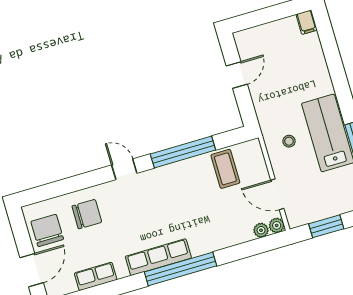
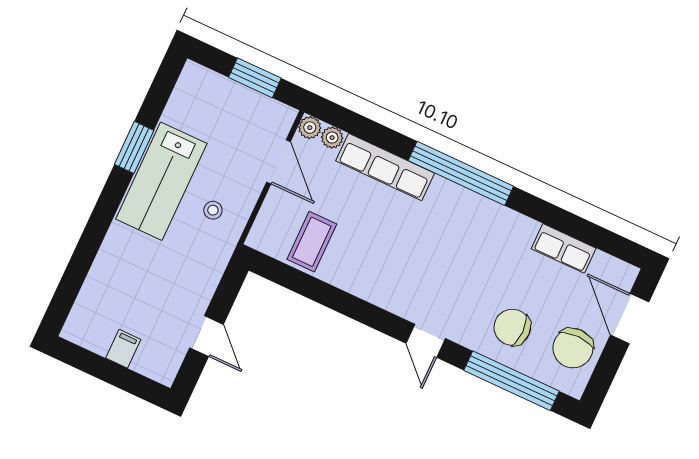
filing cabinet: (307, 22) -> (123, 349), moved
door: (237, 75) -> (207, 336), swing flipped
window: (183, 152) -> (512, 381), moved
row of seats: (158, 257) -> (385, 167), moved
door: (32, 270) -> (630, 319), hinge flipped

